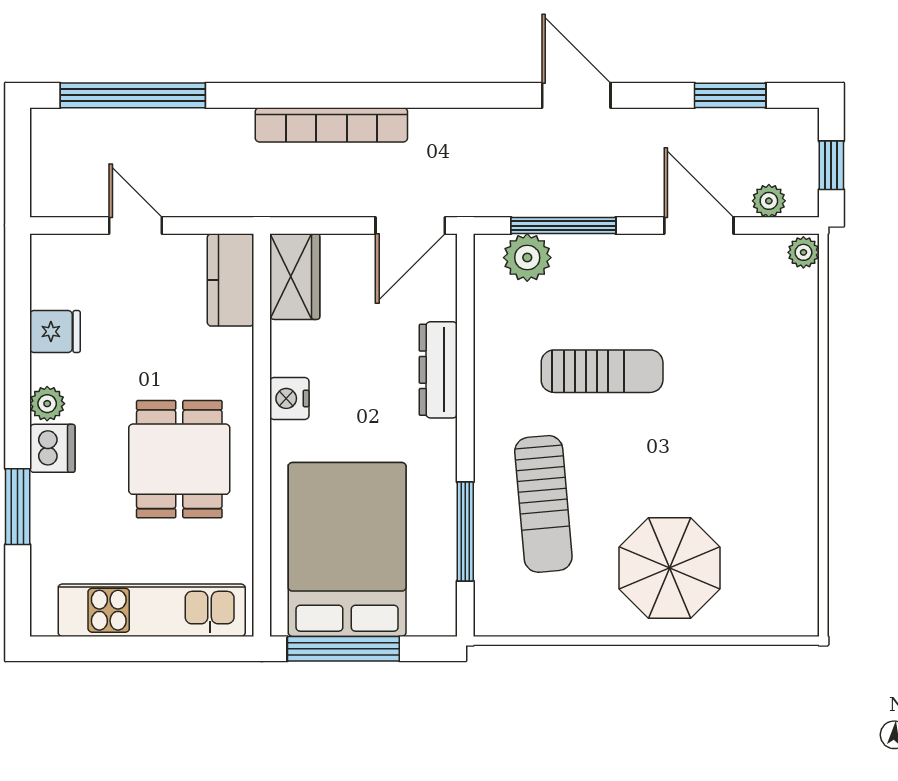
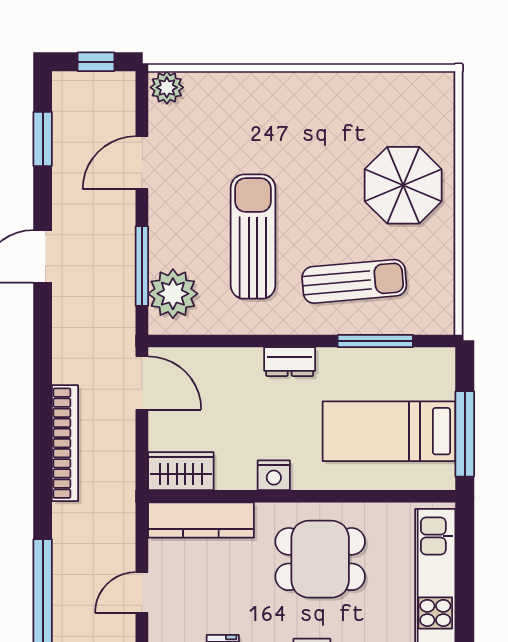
plant: (769, 201) -> (123, 109), removed
plant: (803, 252) -> (167, 87), width x1.38, depth x1.38
plant: (527, 258) -> (173, 294), width x1.36, depth x1.36
kitchen counter: (230, 280) -> (201, 520), width x1.50
dresser: (438, 370) -> (290, 362), moved, width x0.70
sun lounger: (602, 371) -> (253, 237), width x1.36, depth x1.34
bed: (347, 549) -> (389, 431), width x0.67

